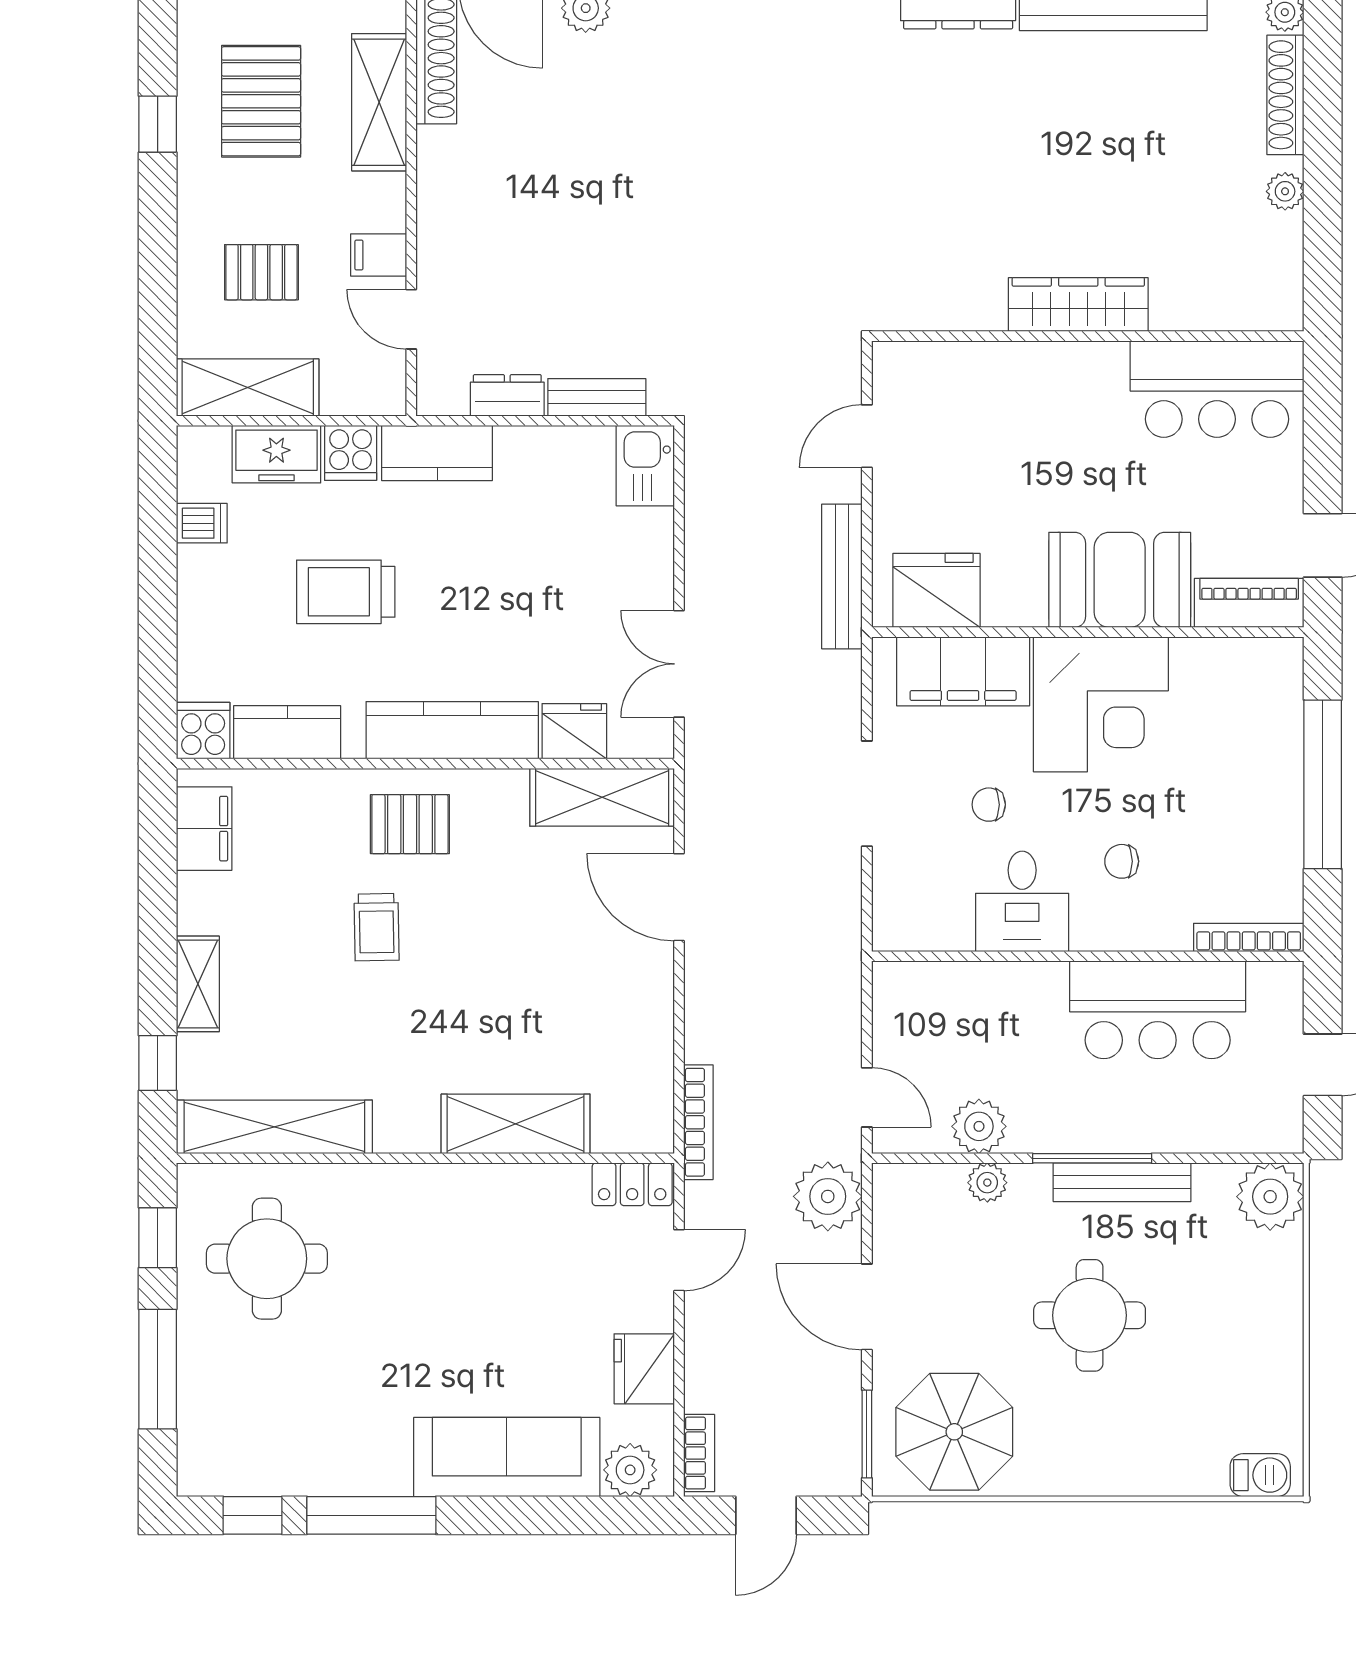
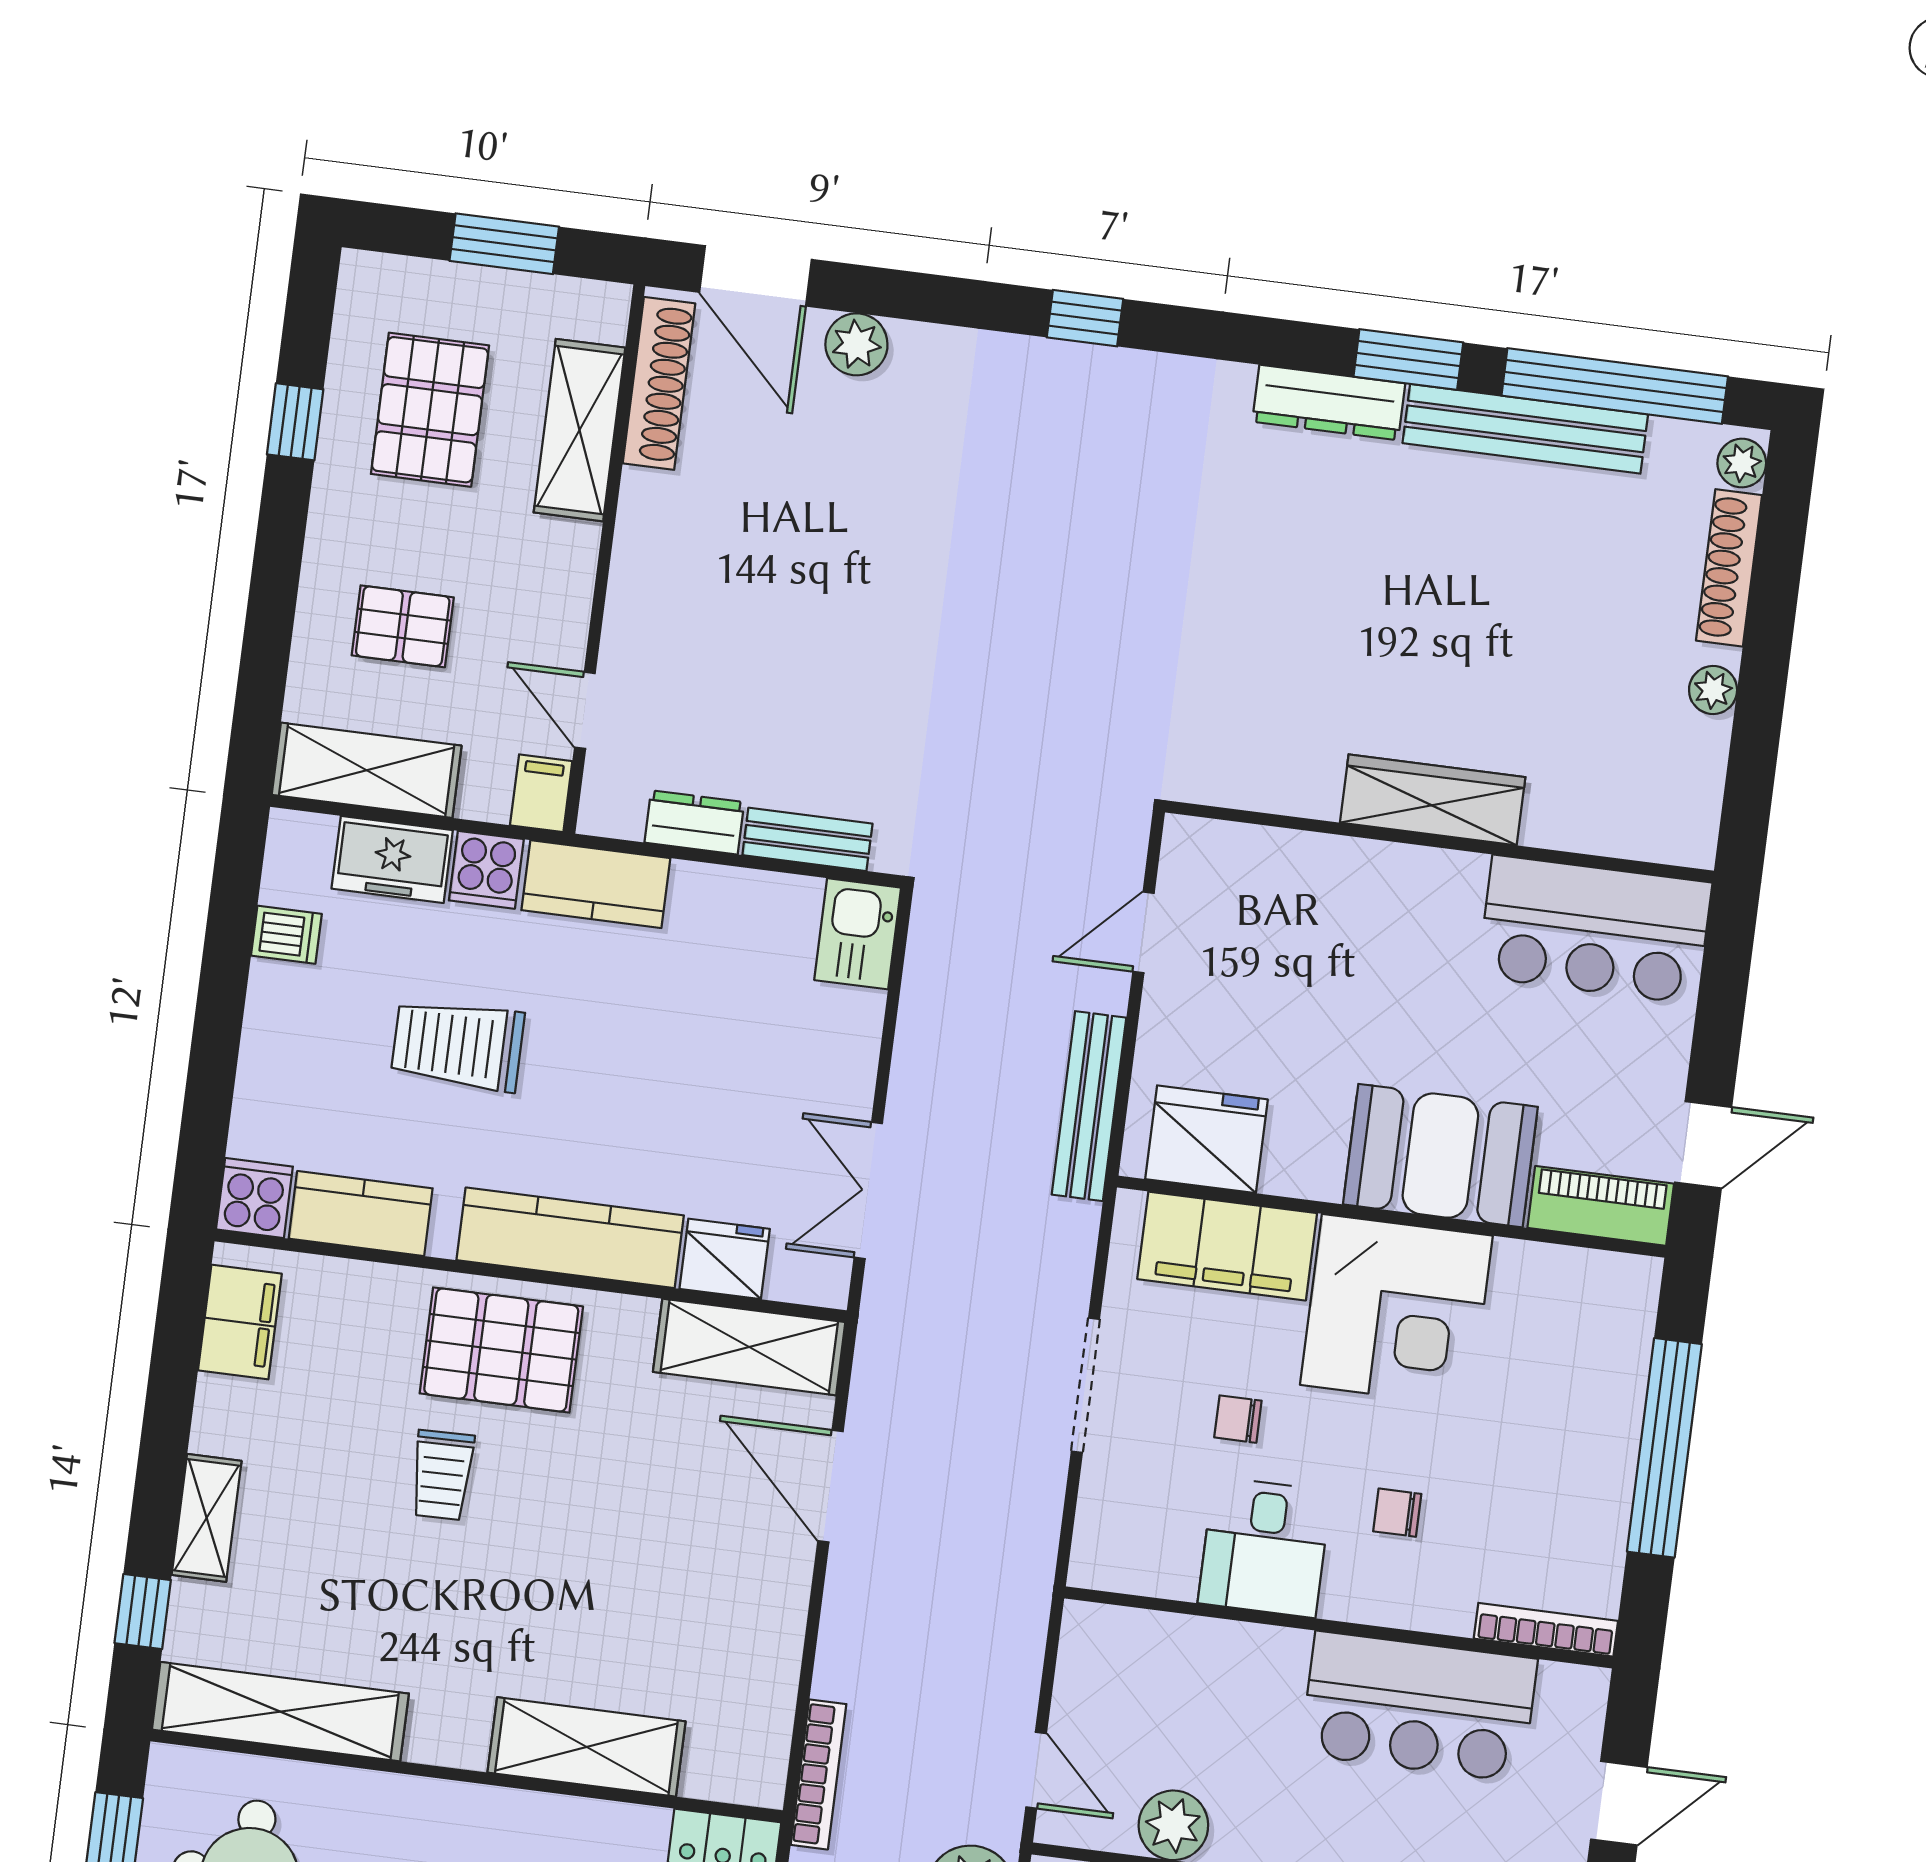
filing cabinet: (379, 255) -> (541, 793), moved, turned 90
pallet: (410, 824) -> (501, 1350), width x1.50, depth x1.42

